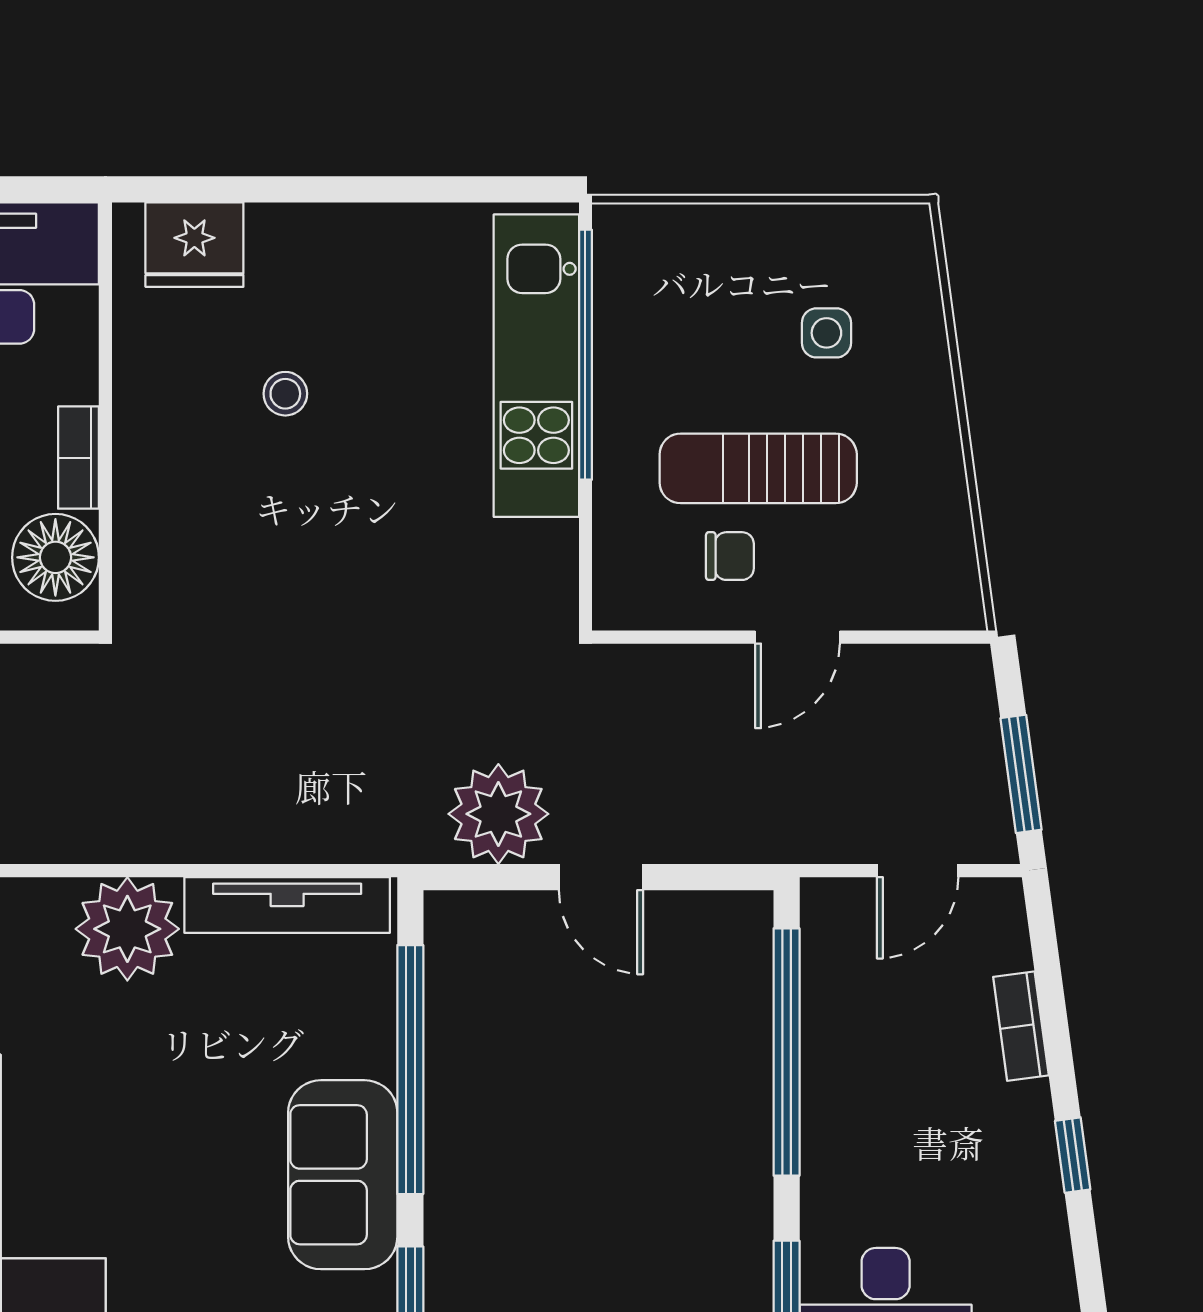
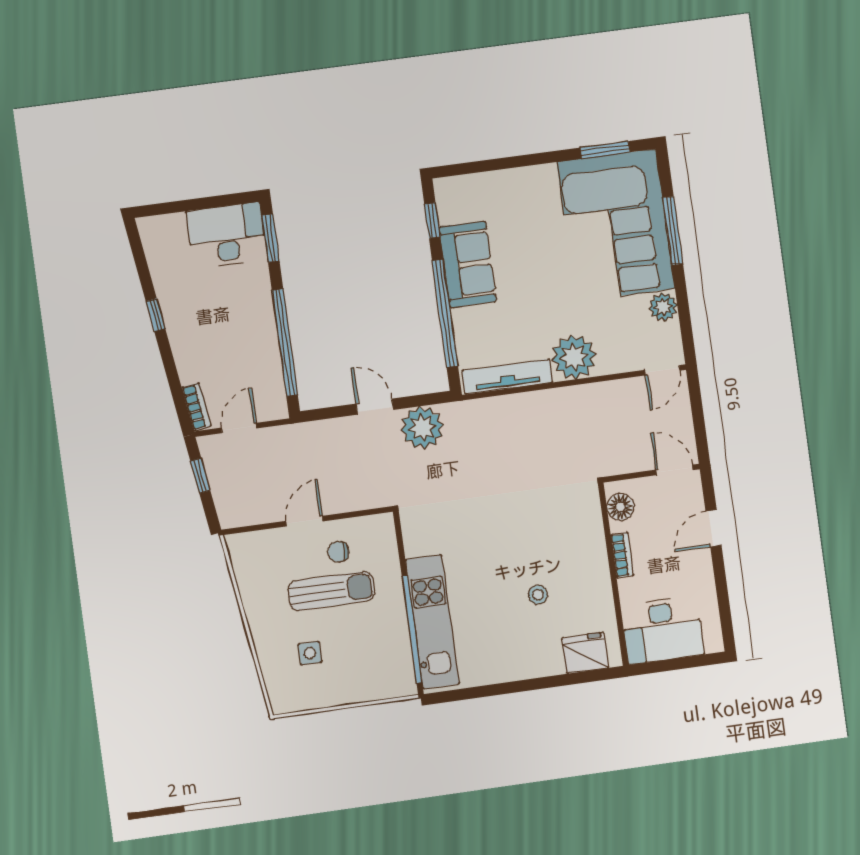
floor lamp: (55, 557) -> (620, 507), width x0.73, depth x0.73
window: (1021, 774) -> (200, 476), width x0.67
bookcase: (1021, 1026) -> (196, 407), moved

